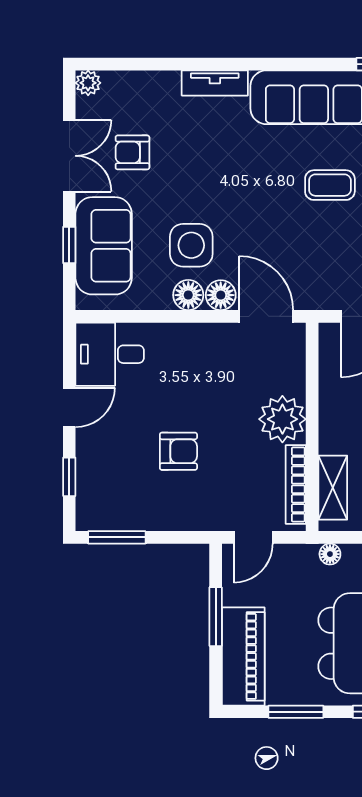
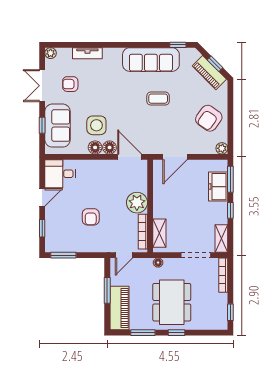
tv unit: (215, 83) -> (87, 53), moved
double door: (69, 156) -> (42, 86), swing flipped
armchair: (178, 451) -> (91, 217), turned 90

